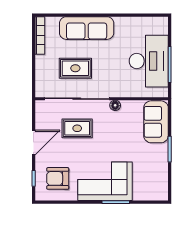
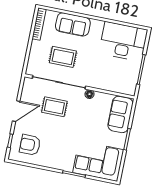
sofa: (87, 28) -> (73, 24), width x0.73
desk: (149, 61) -> (123, 41), moved, turned -90
corner sofa: (105, 181) -> (98, 161), moved

